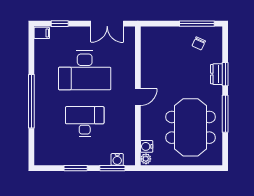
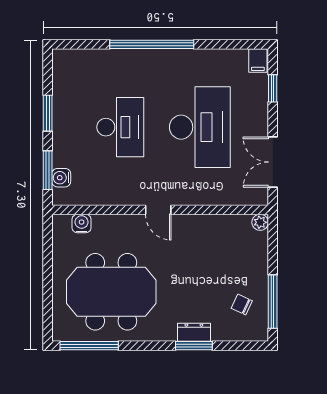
desk: (85, 70) -> (200, 127), turned 180
window: (225, 114) -> (89, 346), moved
plant: (146, 159) -> (260, 222), moved

